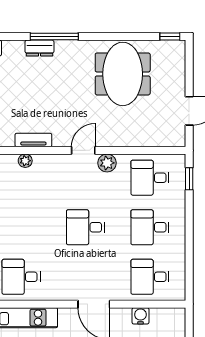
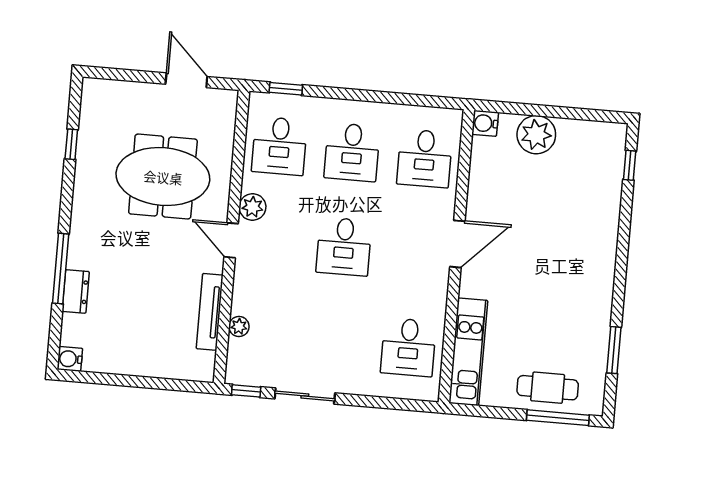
window: (170, 37) -> (71, 144), moved
meeting table: (123, 74) -> (163, 177), moved
tv unit: (33, 140) -> (210, 312), width x1.41
water cooler: (140, 316) -> (485, 123), moved

